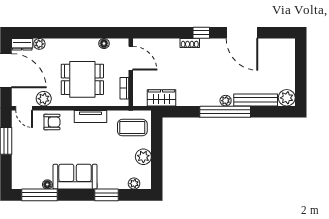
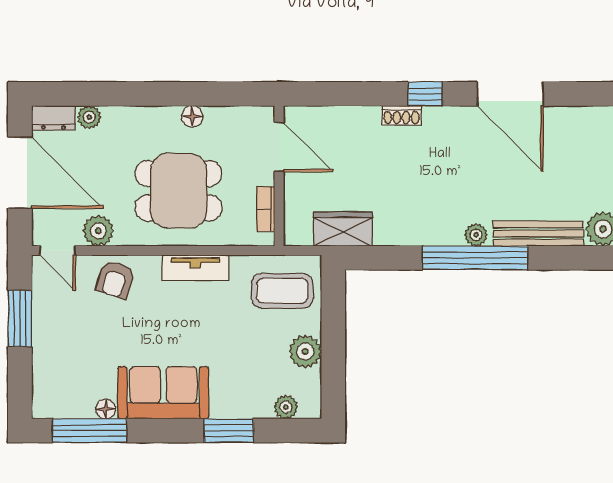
floor lamp: (104, 44) -> (192, 116), moved
armchair: (52, 122) -> (115, 279), turned 107

